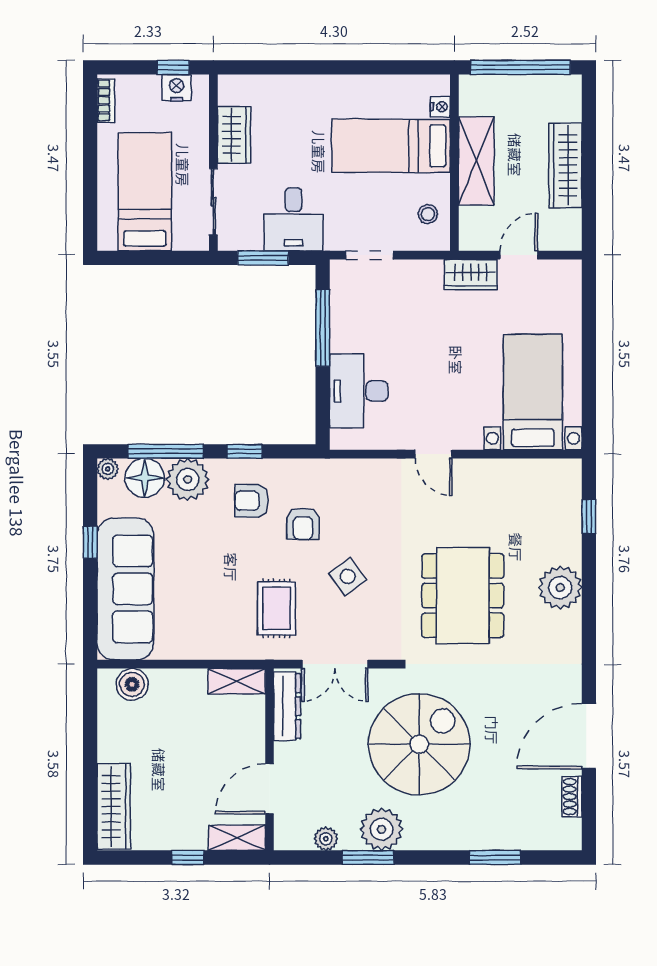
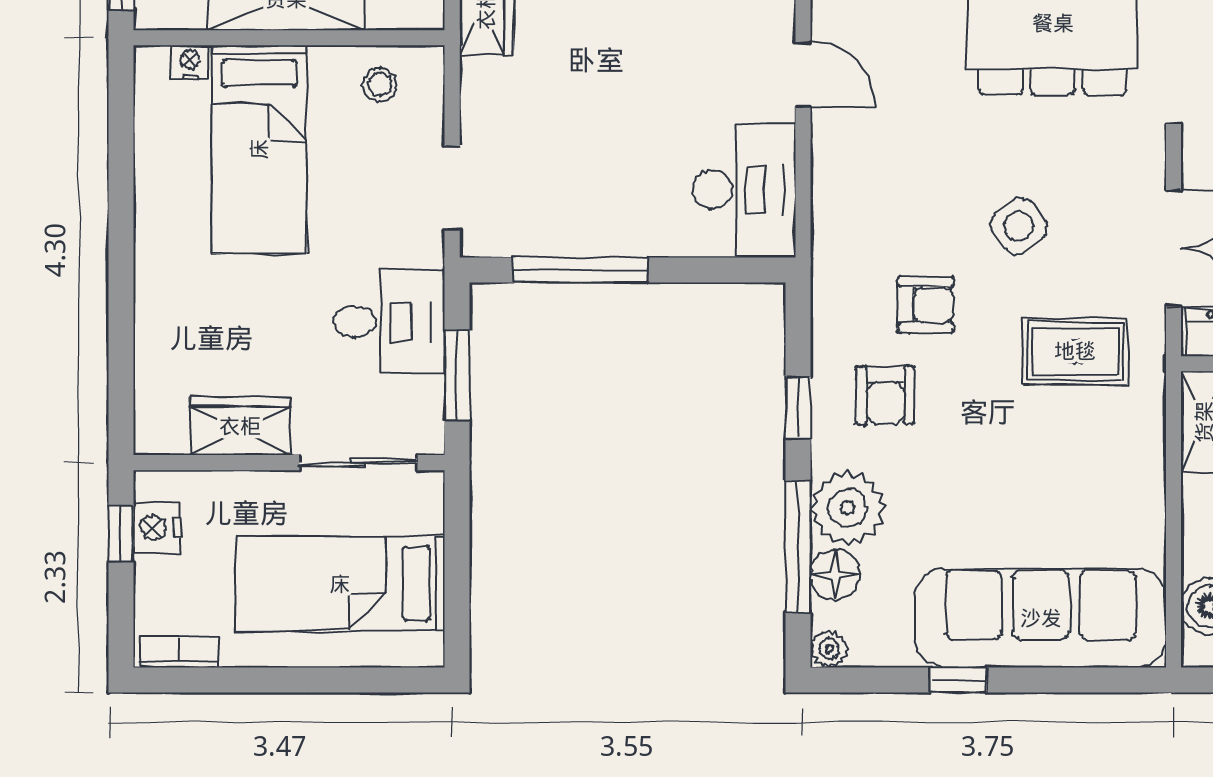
desk: (359, 391) -> (744, 190), moved, turned -90
door: (433, 454) -> (803, 74), hinge flipped
floor lamp: (145, 478) -> (835, 574), width x0.73, depth x0.73

